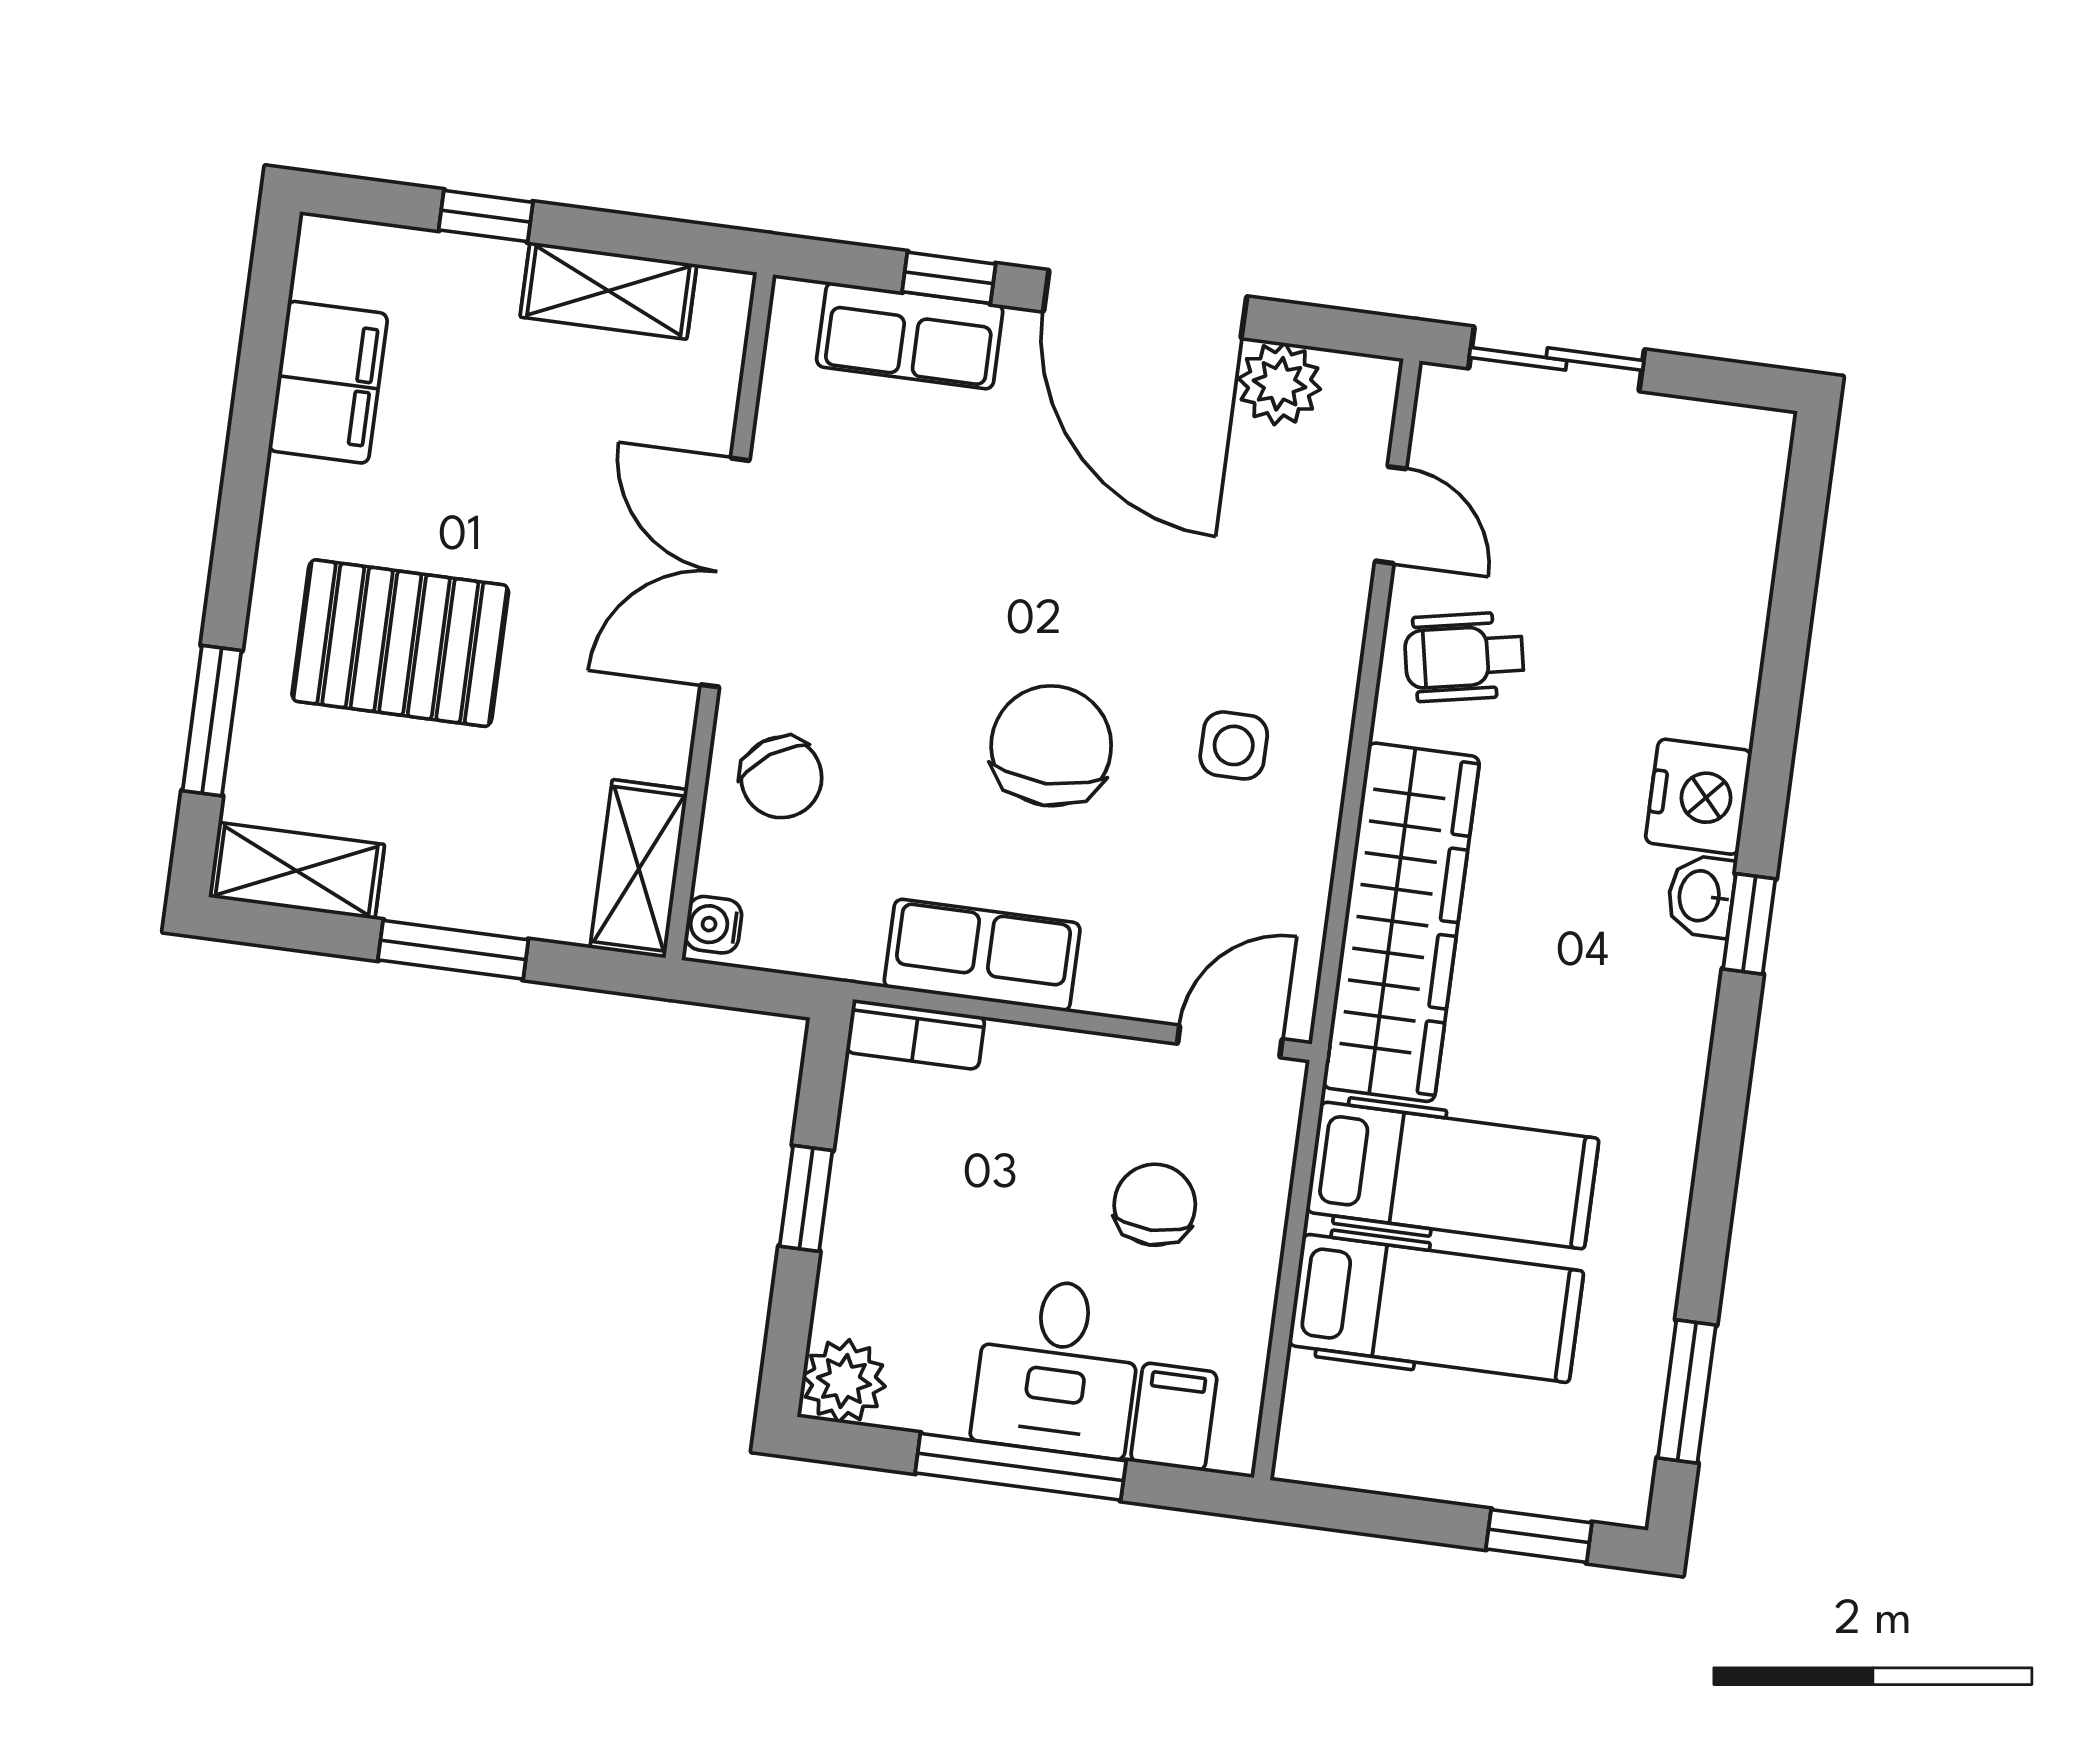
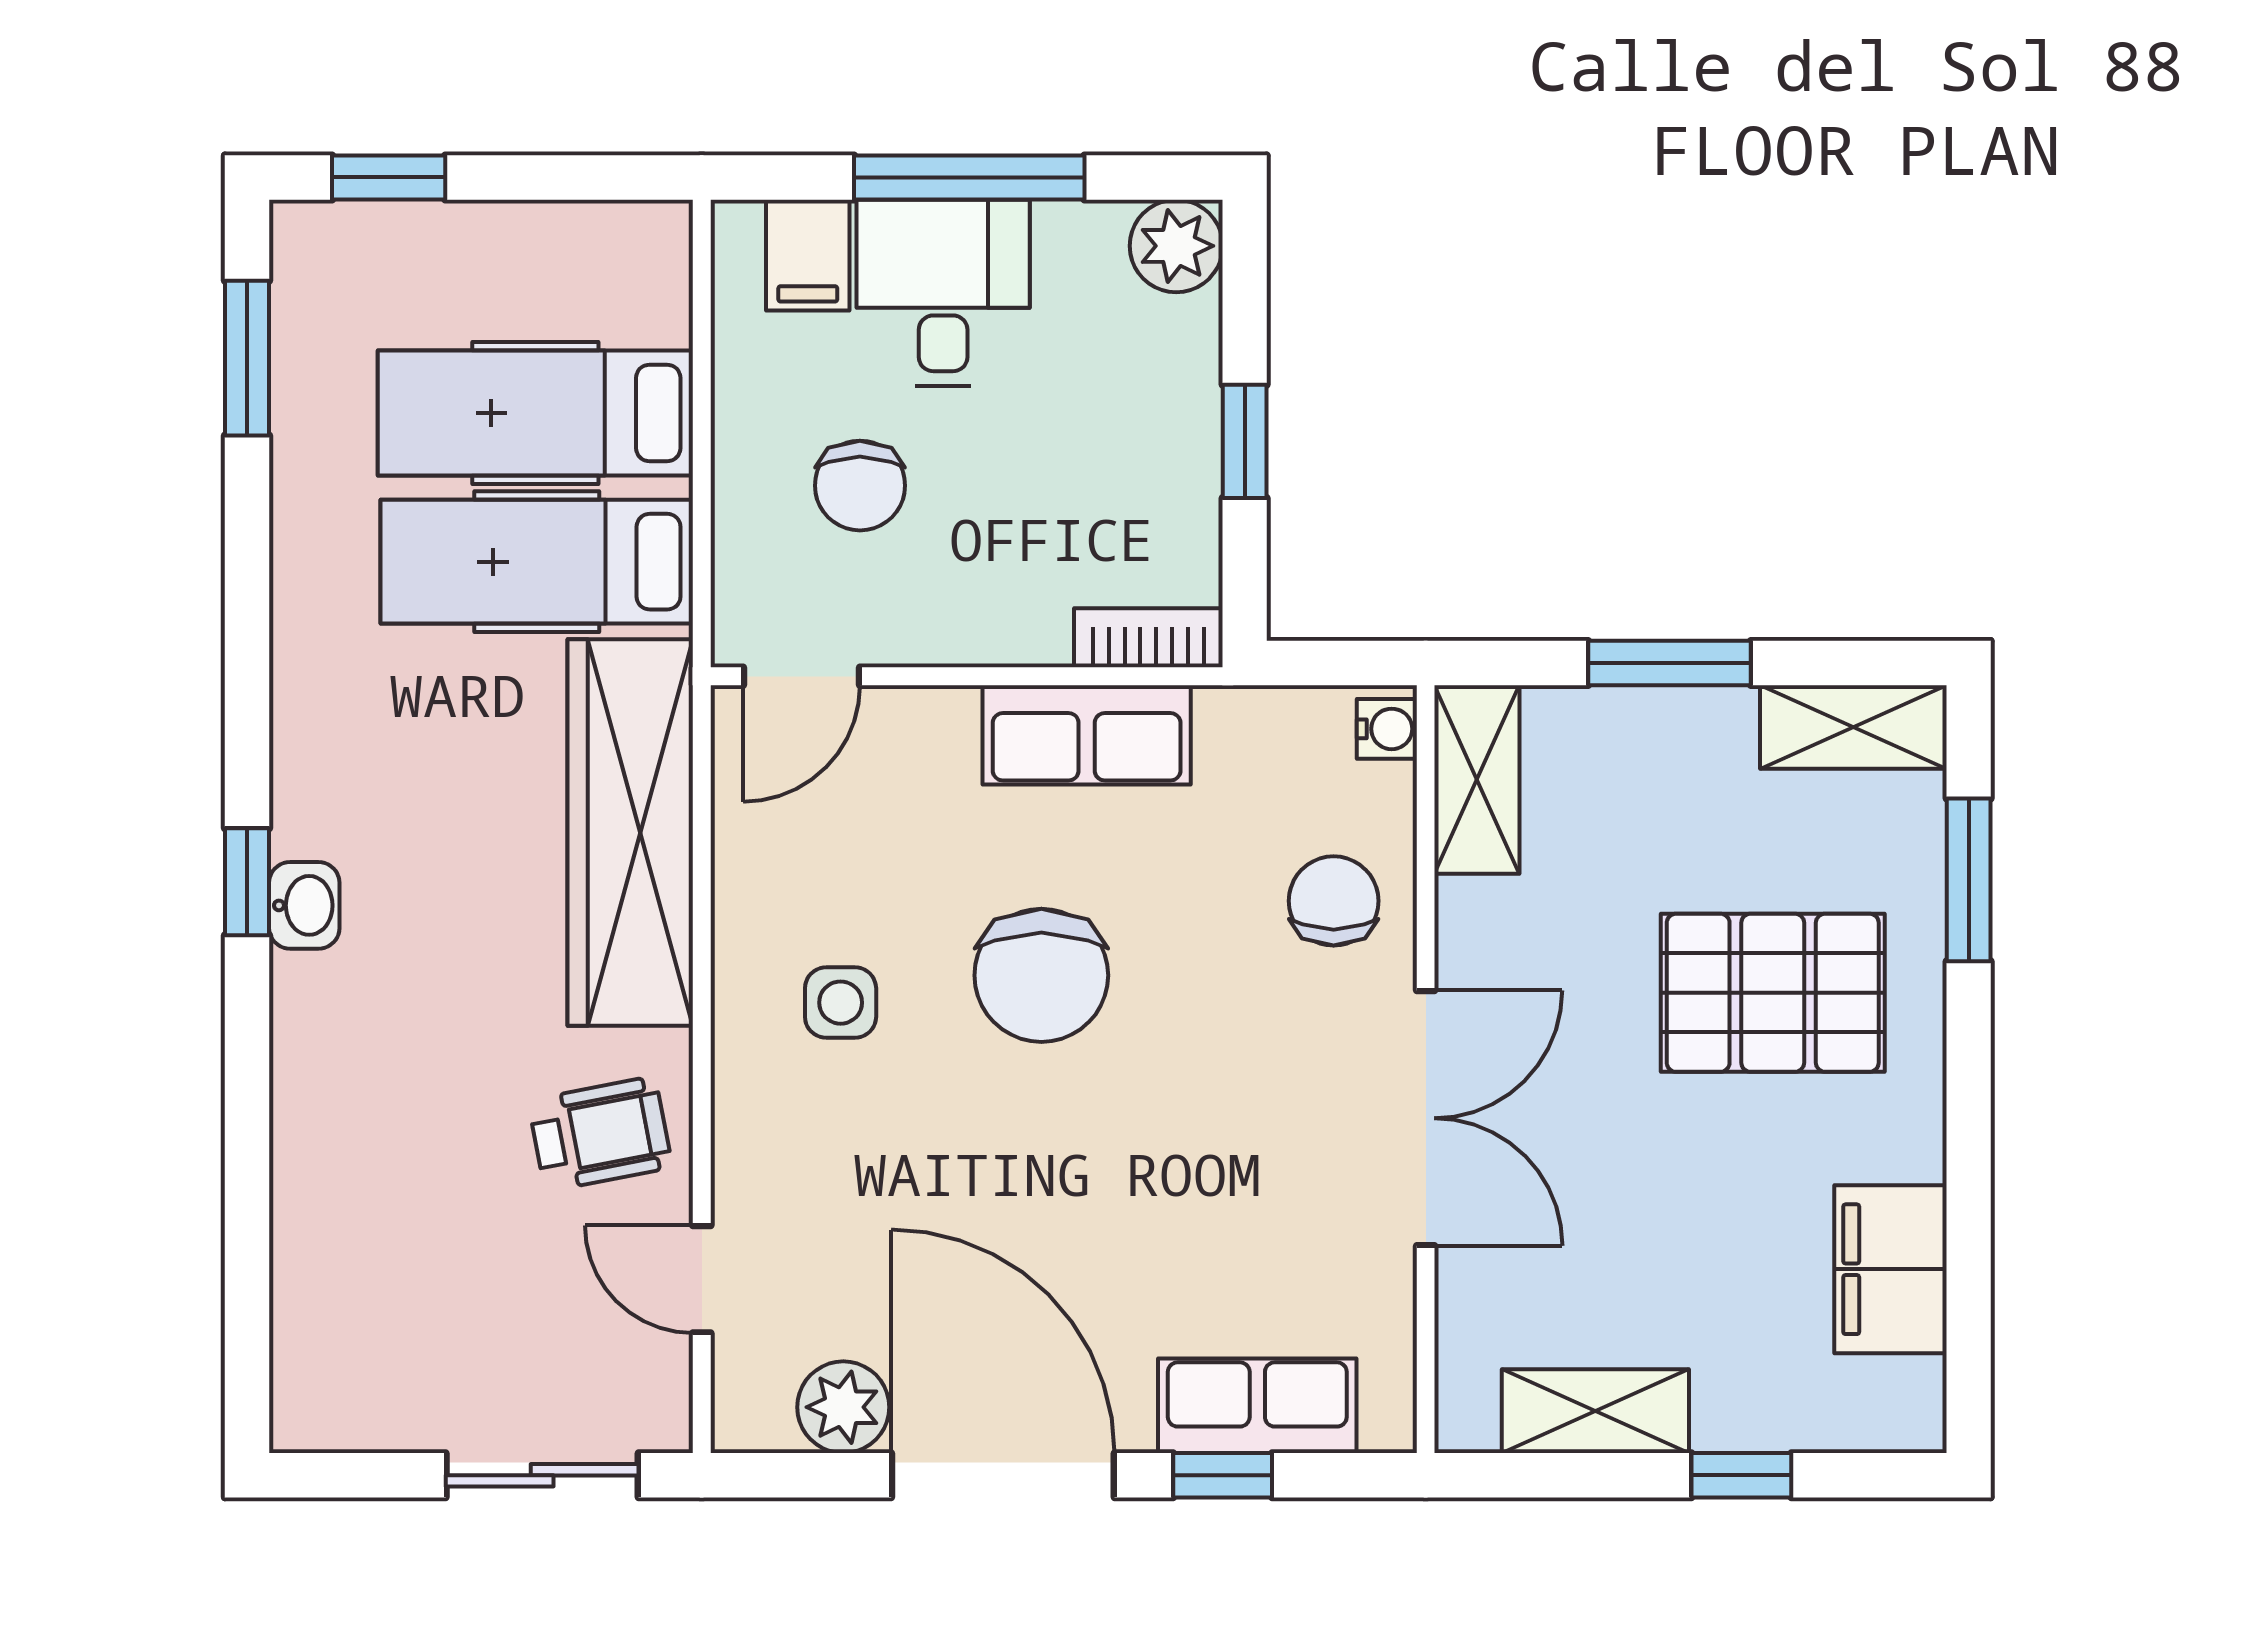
chair: (781, 777) -> (1334, 901), turned 35
nightstand: (1699, 797) -> (322, 1014), removed

